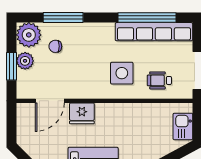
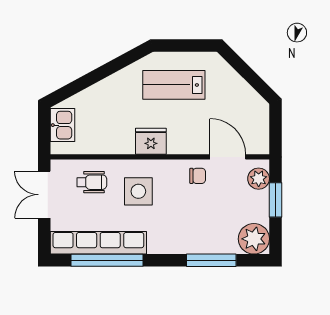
chair: (55, 46) -> (198, 176), moved
plant: (25, 61) -> (259, 179), moved
door: (50, 101) -> (228, 157), hinge flipped
fridge: (82, 113) -> (151, 141), moved

